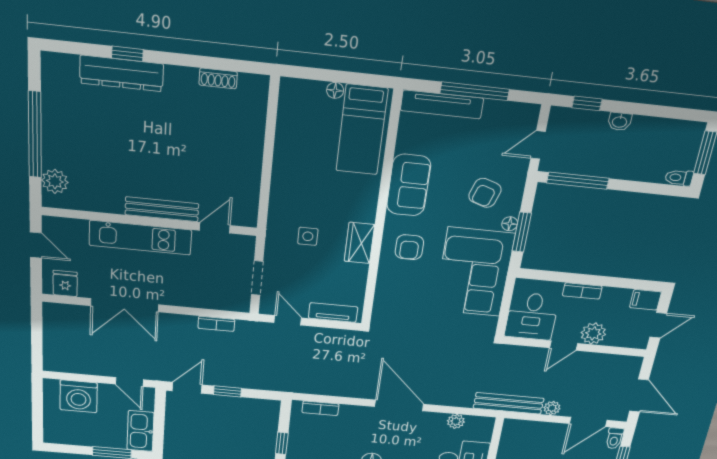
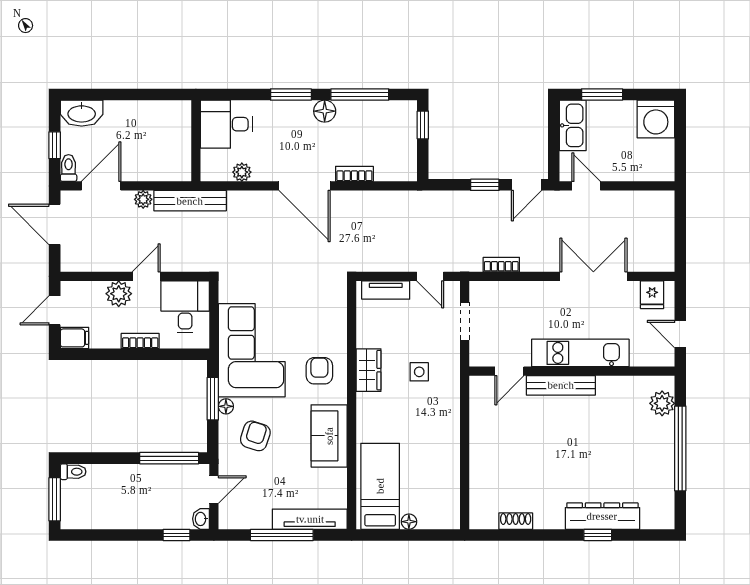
washbasin: (620, 122) -> (201, 519), moved, turned -90
washing machine: (79, 396) -> (656, 119), moved, turned 180
bookcase: (320, 408) -> (354, 174), moved

